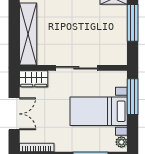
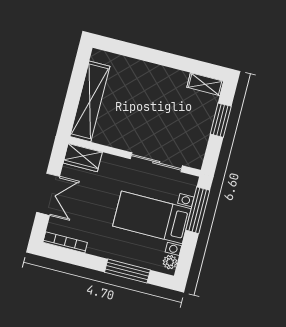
window: (133, 23) -> (221, 120), width x0.69
sliding door: (76, 68) -> (156, 162), moved

